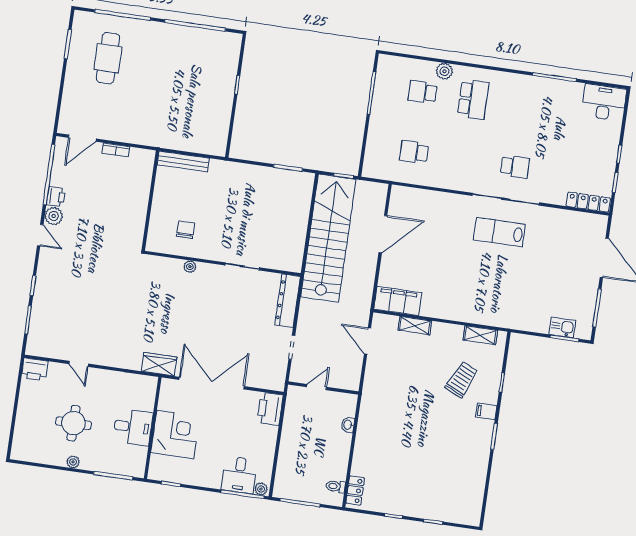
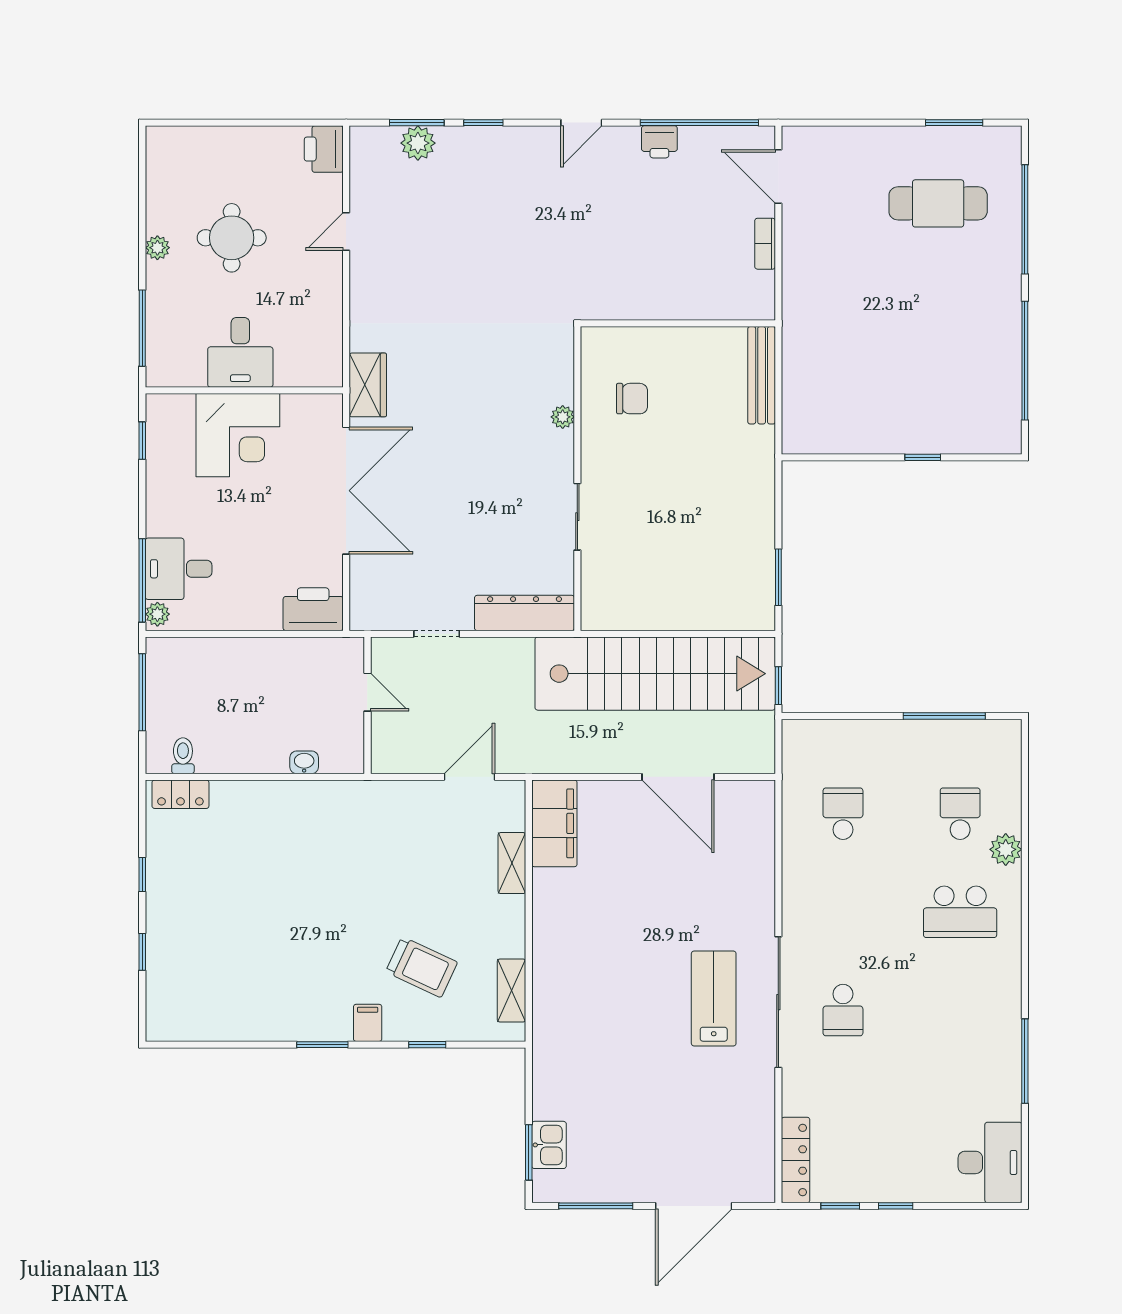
plant: (54, 216) -> (418, 143), moved

